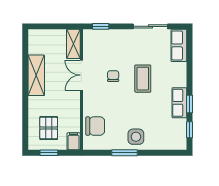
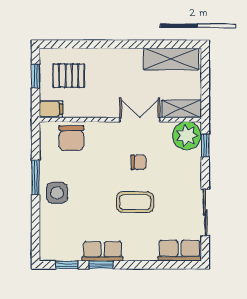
plant: (93, 40) -> (187, 136), added
shelving: (36, 75) -> (171, 59), moved

